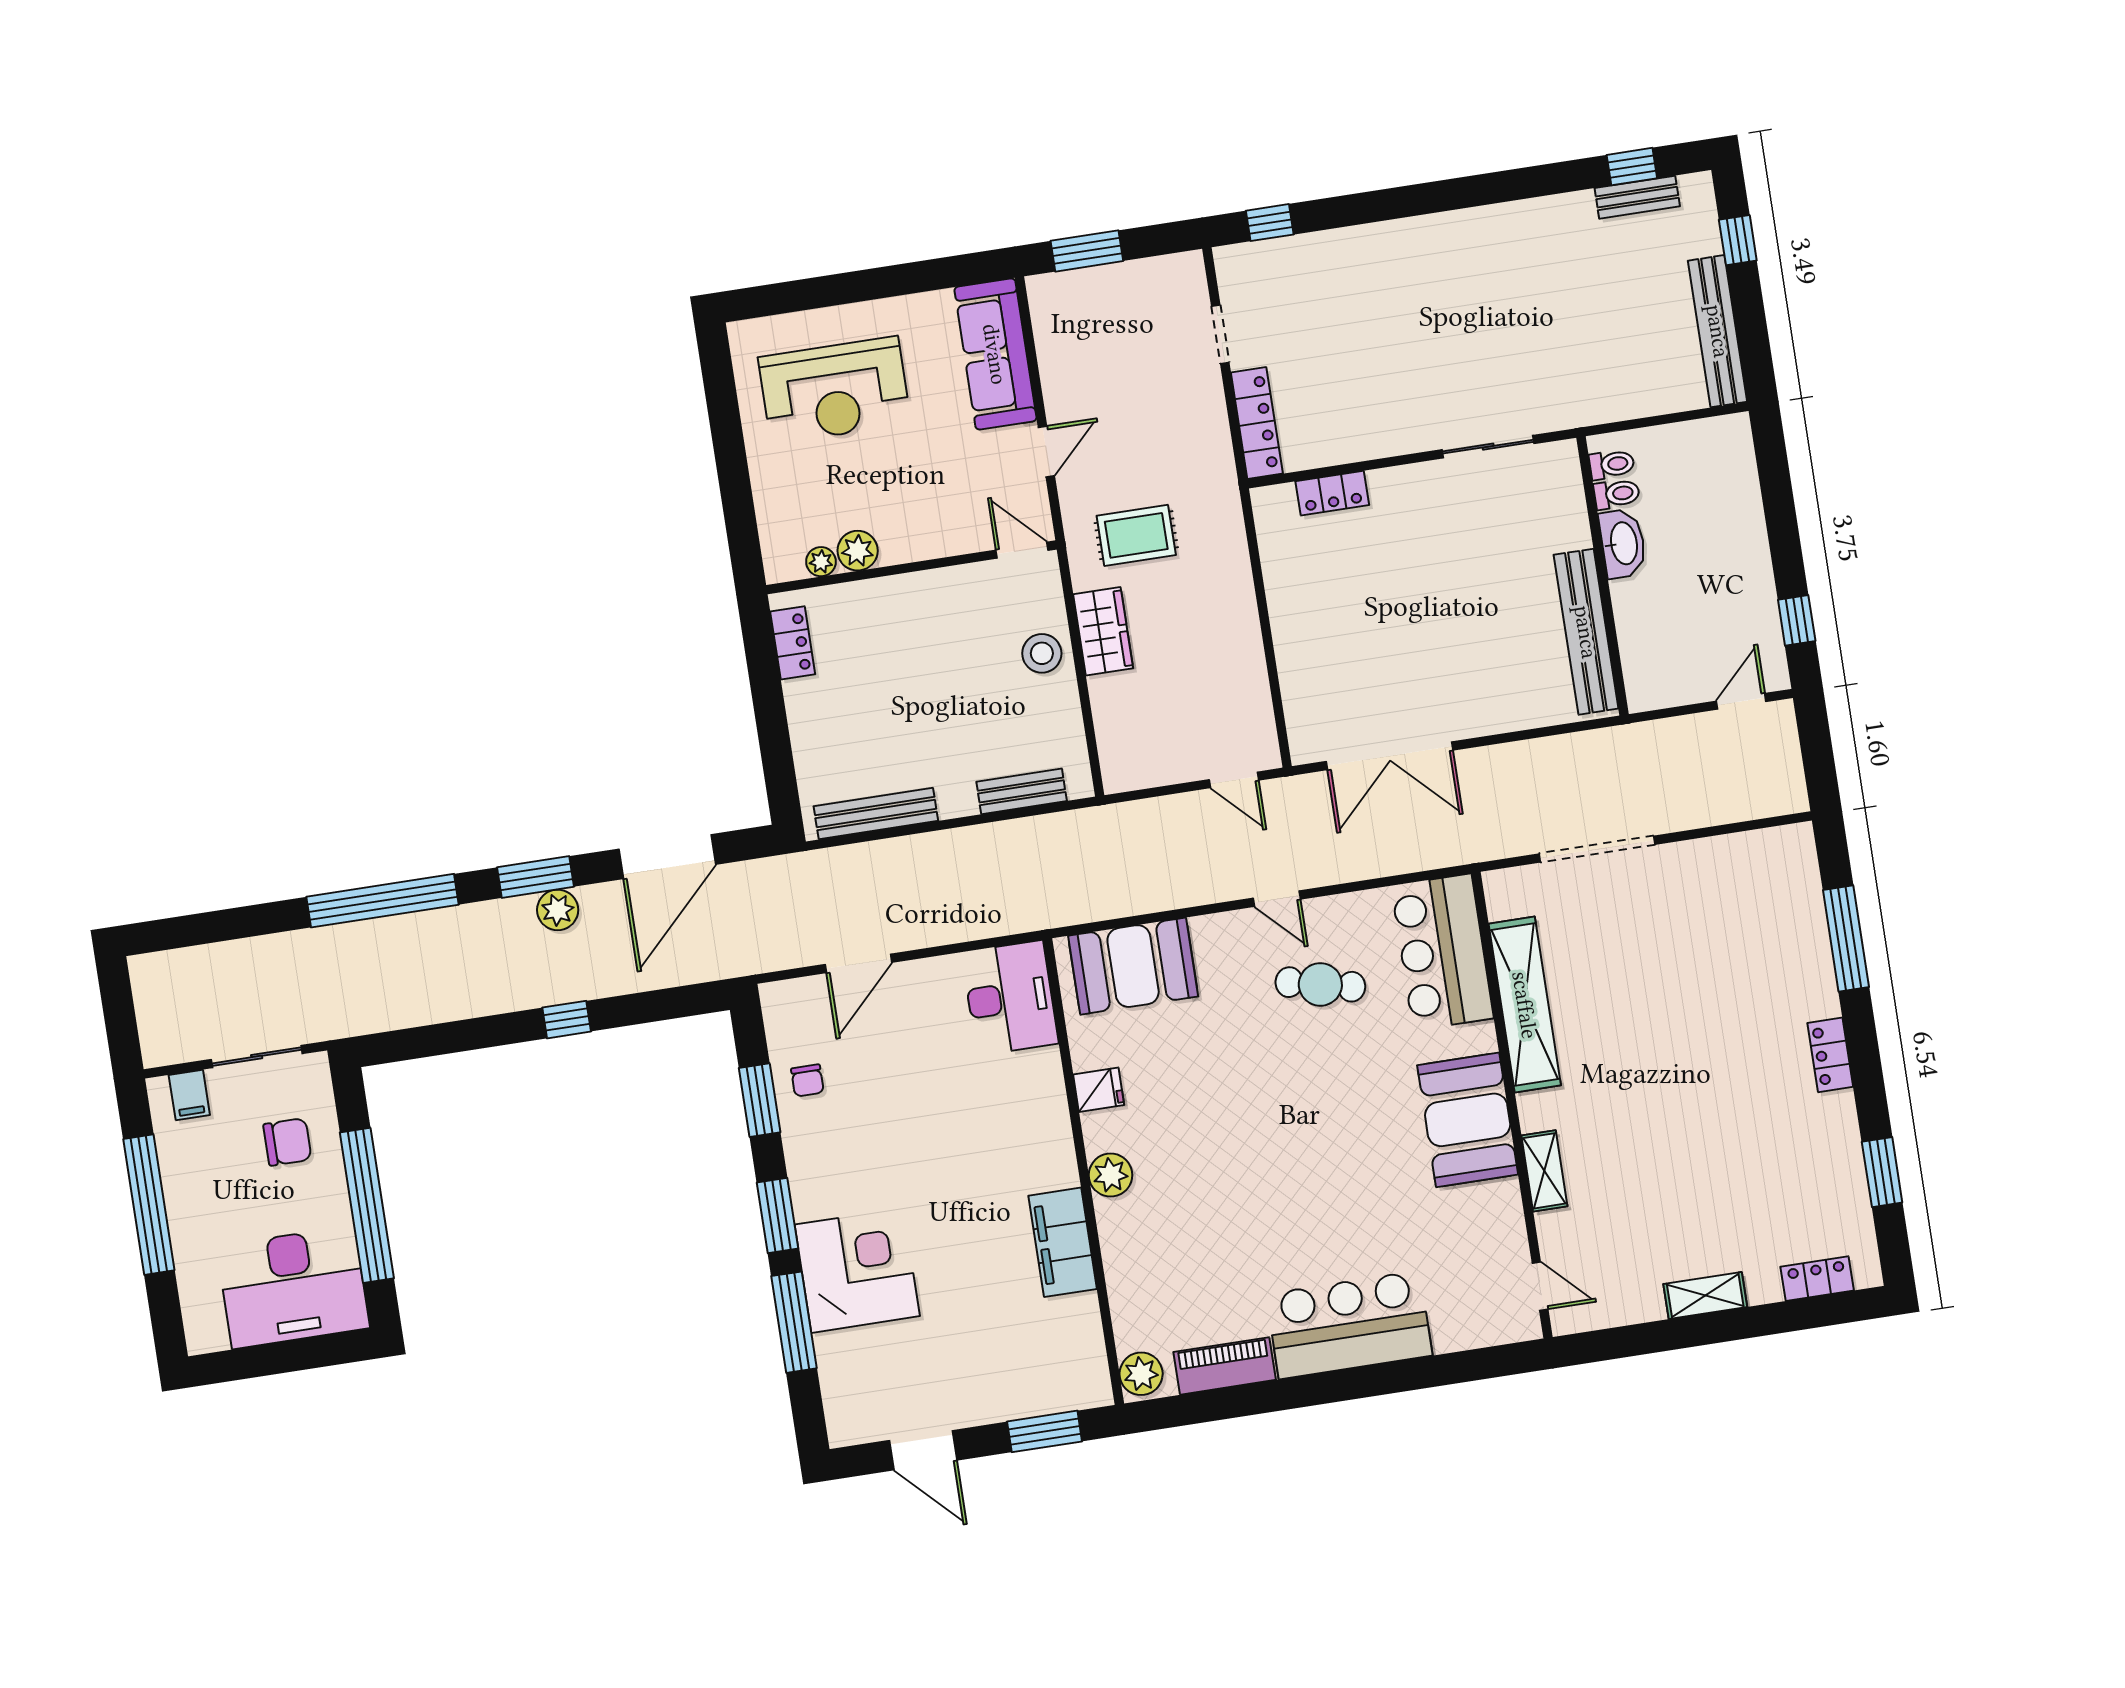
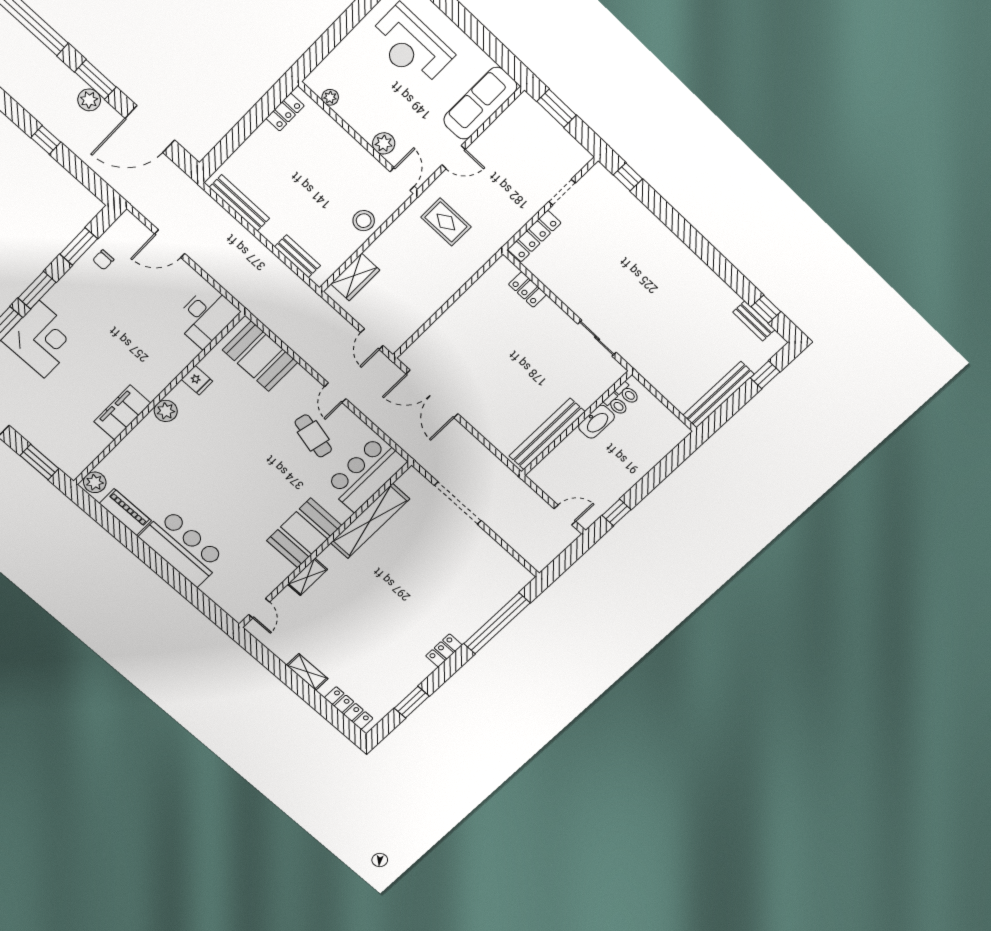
plant: (858, 551) -> (384, 143), moved
wardrobe: (1103, 631) -> (355, 277), moved
window: (1846, 939) -> (497, 623), width x1.46
locker: (1817, 1279) -> (349, 708), width x1.53

